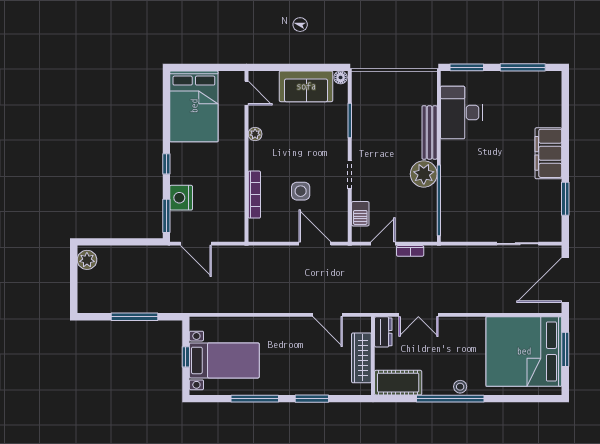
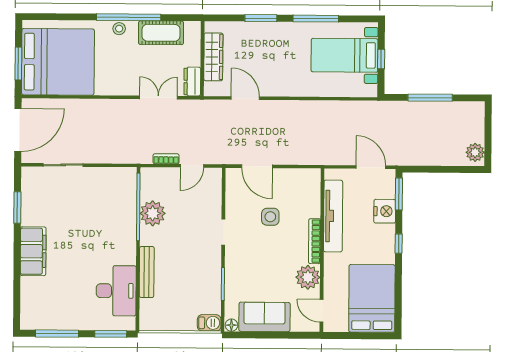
plant: (255, 134) -> (308, 277), width x1.88, depth x1.88
plant: (424, 174) -> (153, 213), moved
tv unit: (235, 192) -> (333, 216), added
bookcase: (254, 195) -> (314, 241), moved
barbecue: (360, 214) -> (209, 323), moved, turned 90
cot: (398, 383) -> (161, 33), moved

